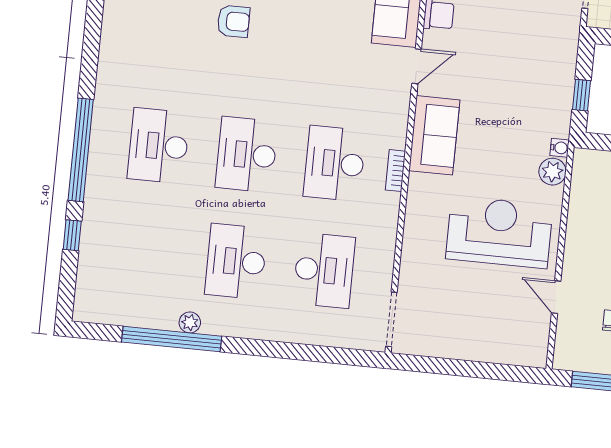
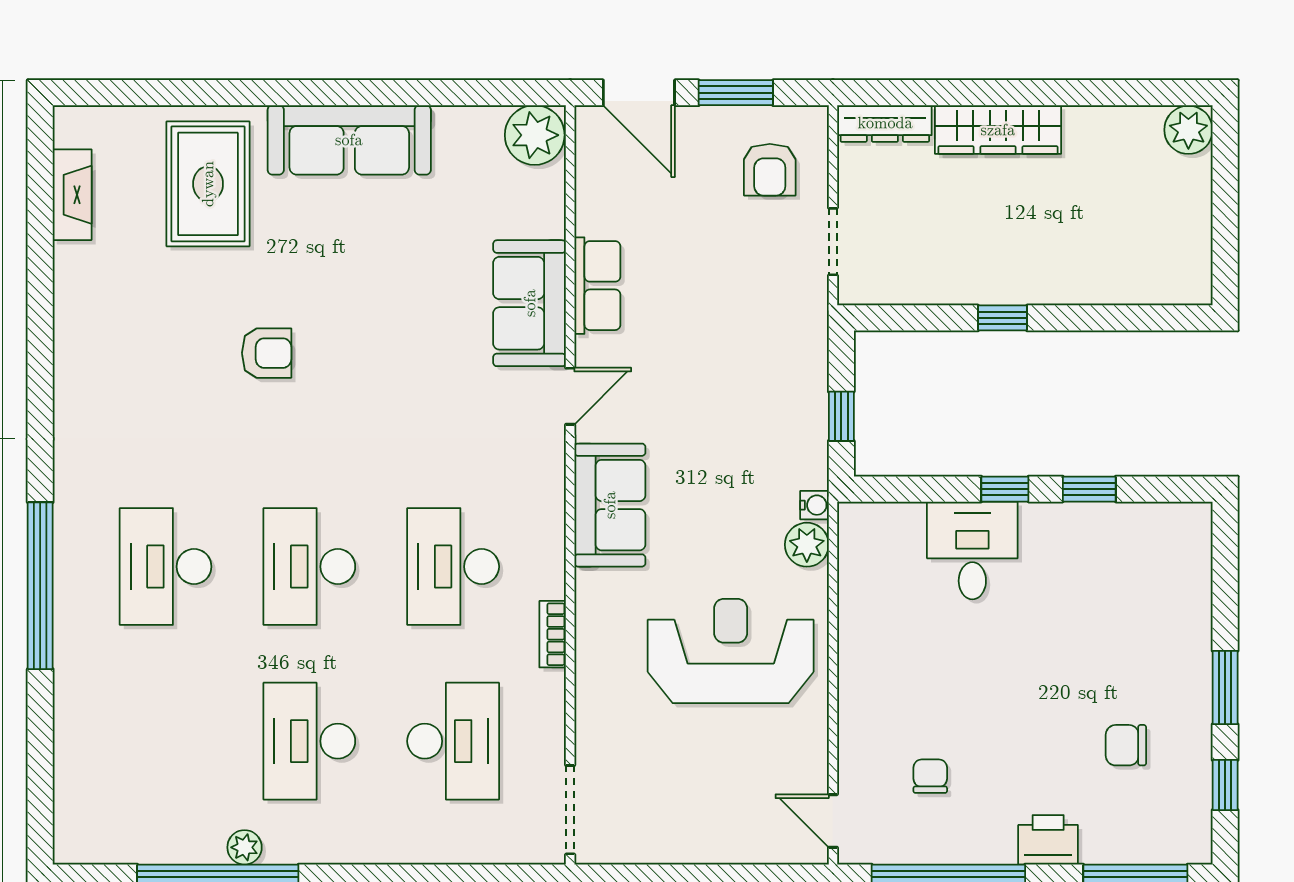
bookcase: (395, 171) -> (553, 634), moved
window: (72, 235) -> (40, 725), removed
door: (556, 297) -> (833, 821), moved

